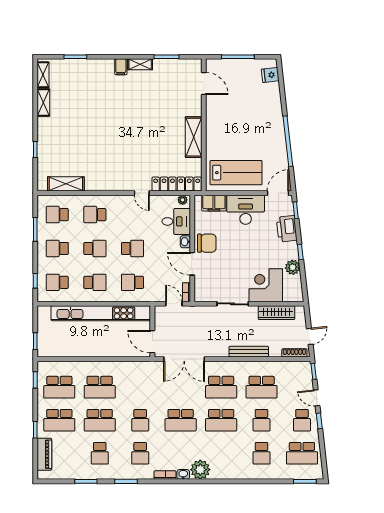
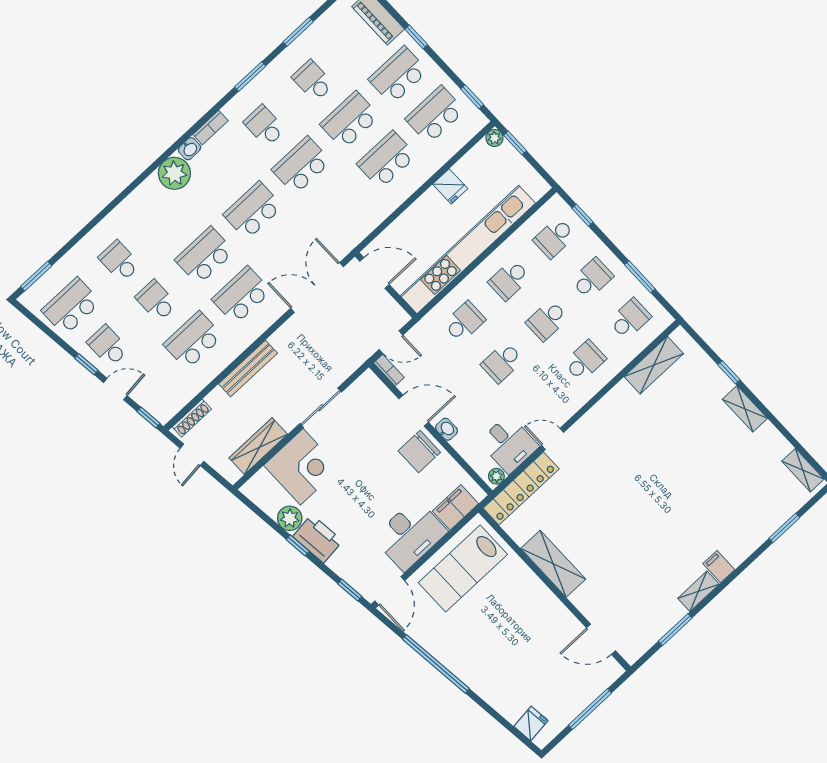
shelving: (43, 102) -> (745, 409), moved
desk: (176, 221) -> (509, 444), moved, turned -90
printer: (287, 229) -> (318, 539), moved
school desk: (57, 282) -> (554, 238), turned 180
fridge: (82, 349) -> (450, 186), added
plant: (42, 352) -> (494, 138), added
school desk: (140, 420) -> (301, 165), width x1.85

